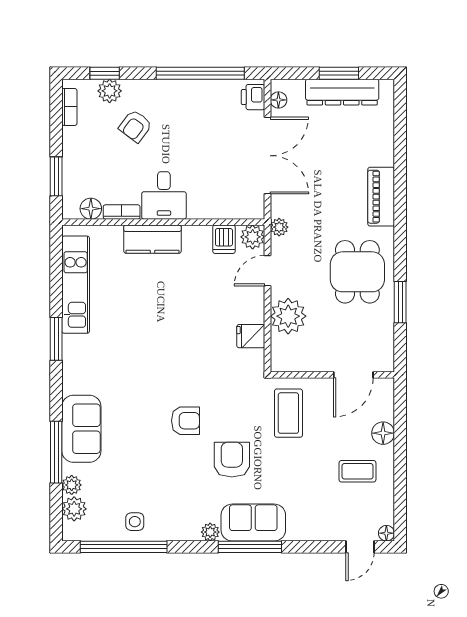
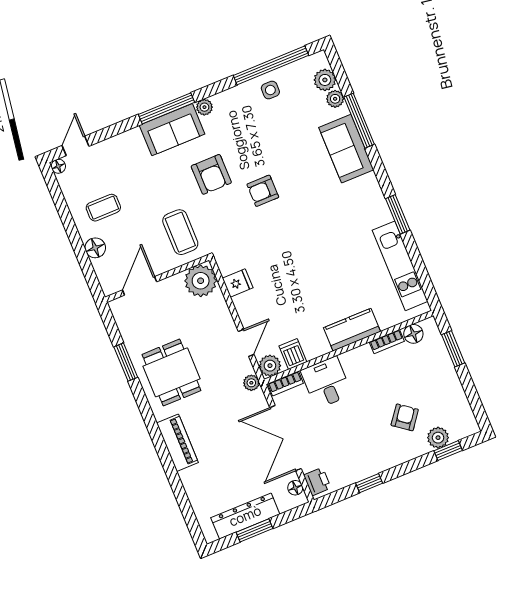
window: (200, 73) -> (369, 483), width x0.32
bookcase: (69, 107) -> (285, 383), moved, turned -90
desk: (164, 195) -> (326, 383), moved
plant: (288, 316) -> (201, 281), moved

